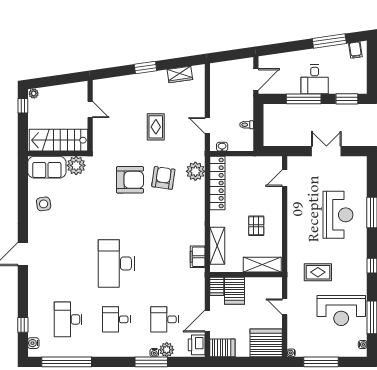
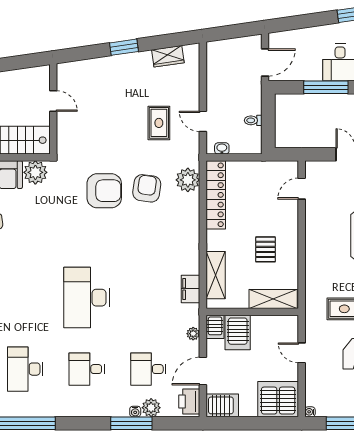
rug: (156, 127) -> (159, 123), moved
plant: (200, 292) -> (193, 334), added

